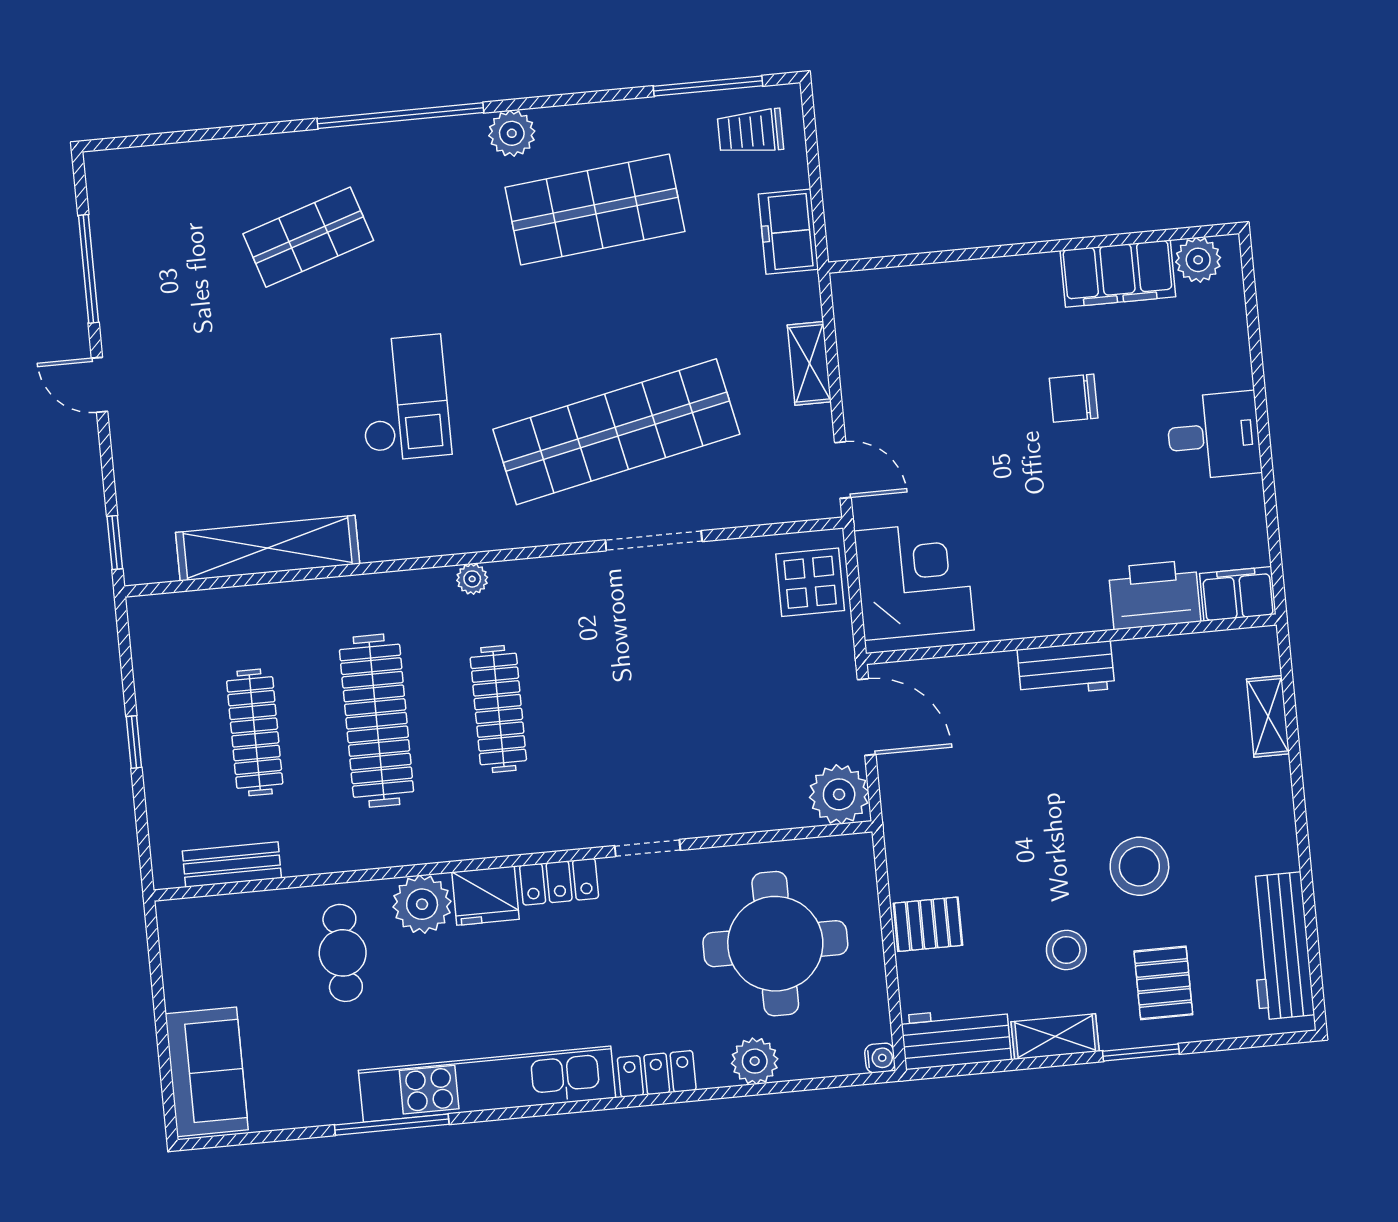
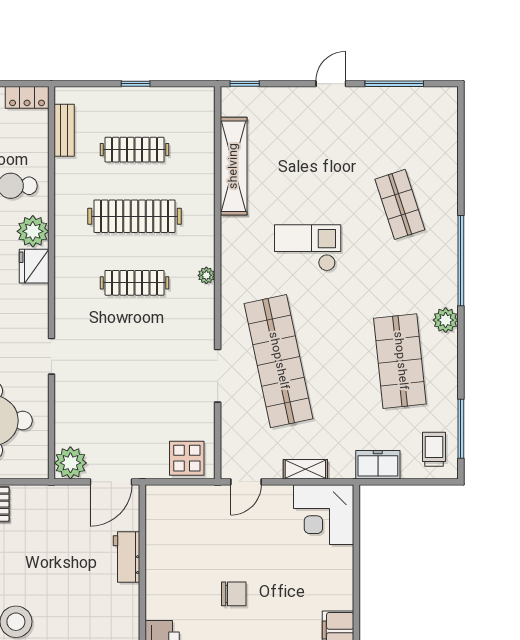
checkout: (404, 398) -> (308, 248), turned 180
chair: (1074, 398) -> (234, 594), moved, turned 90
corner desk: (914, 581) -> (324, 515), moved, turned 90
workbench: (1066, 669) -> (127, 557), moved
locker: (559, 882) -> (27, 97), moved, turned -90

